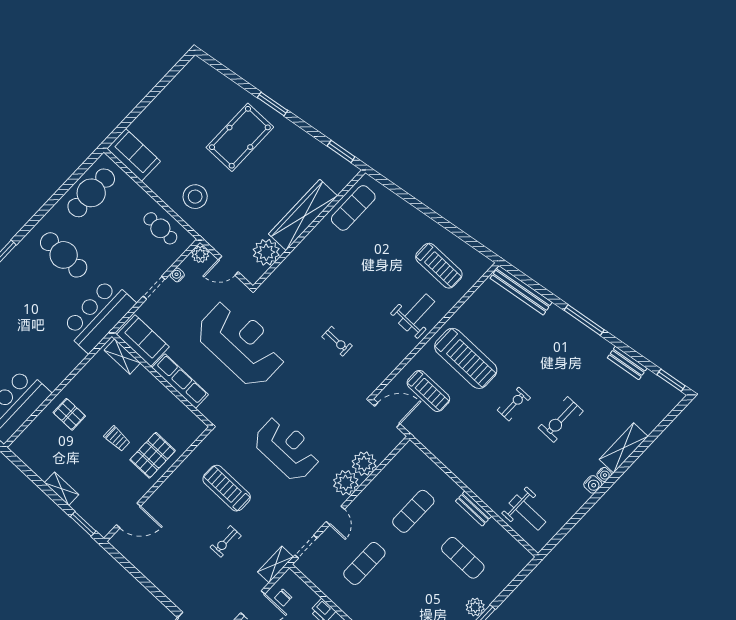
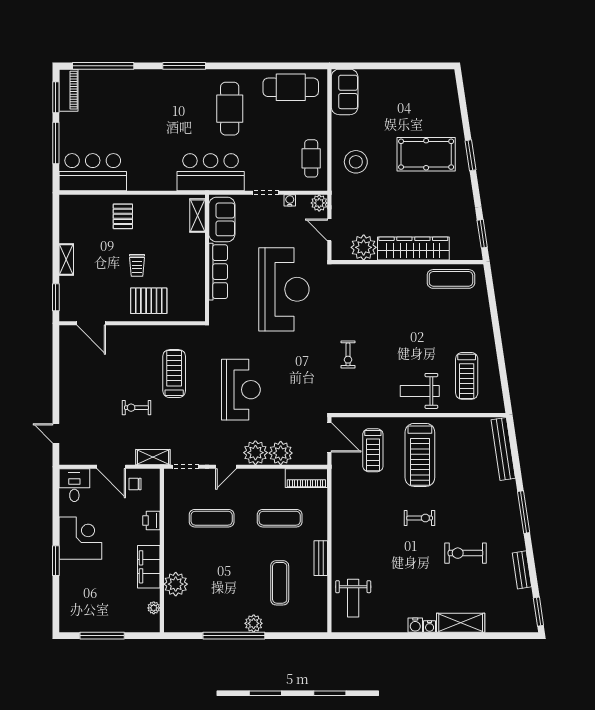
weight bench: (417, 312) -> (420, 391), turned 180
exercise bike: (561, 420) -> (465, 553), moved
piano: (402, 462) -> (306, 478), added

